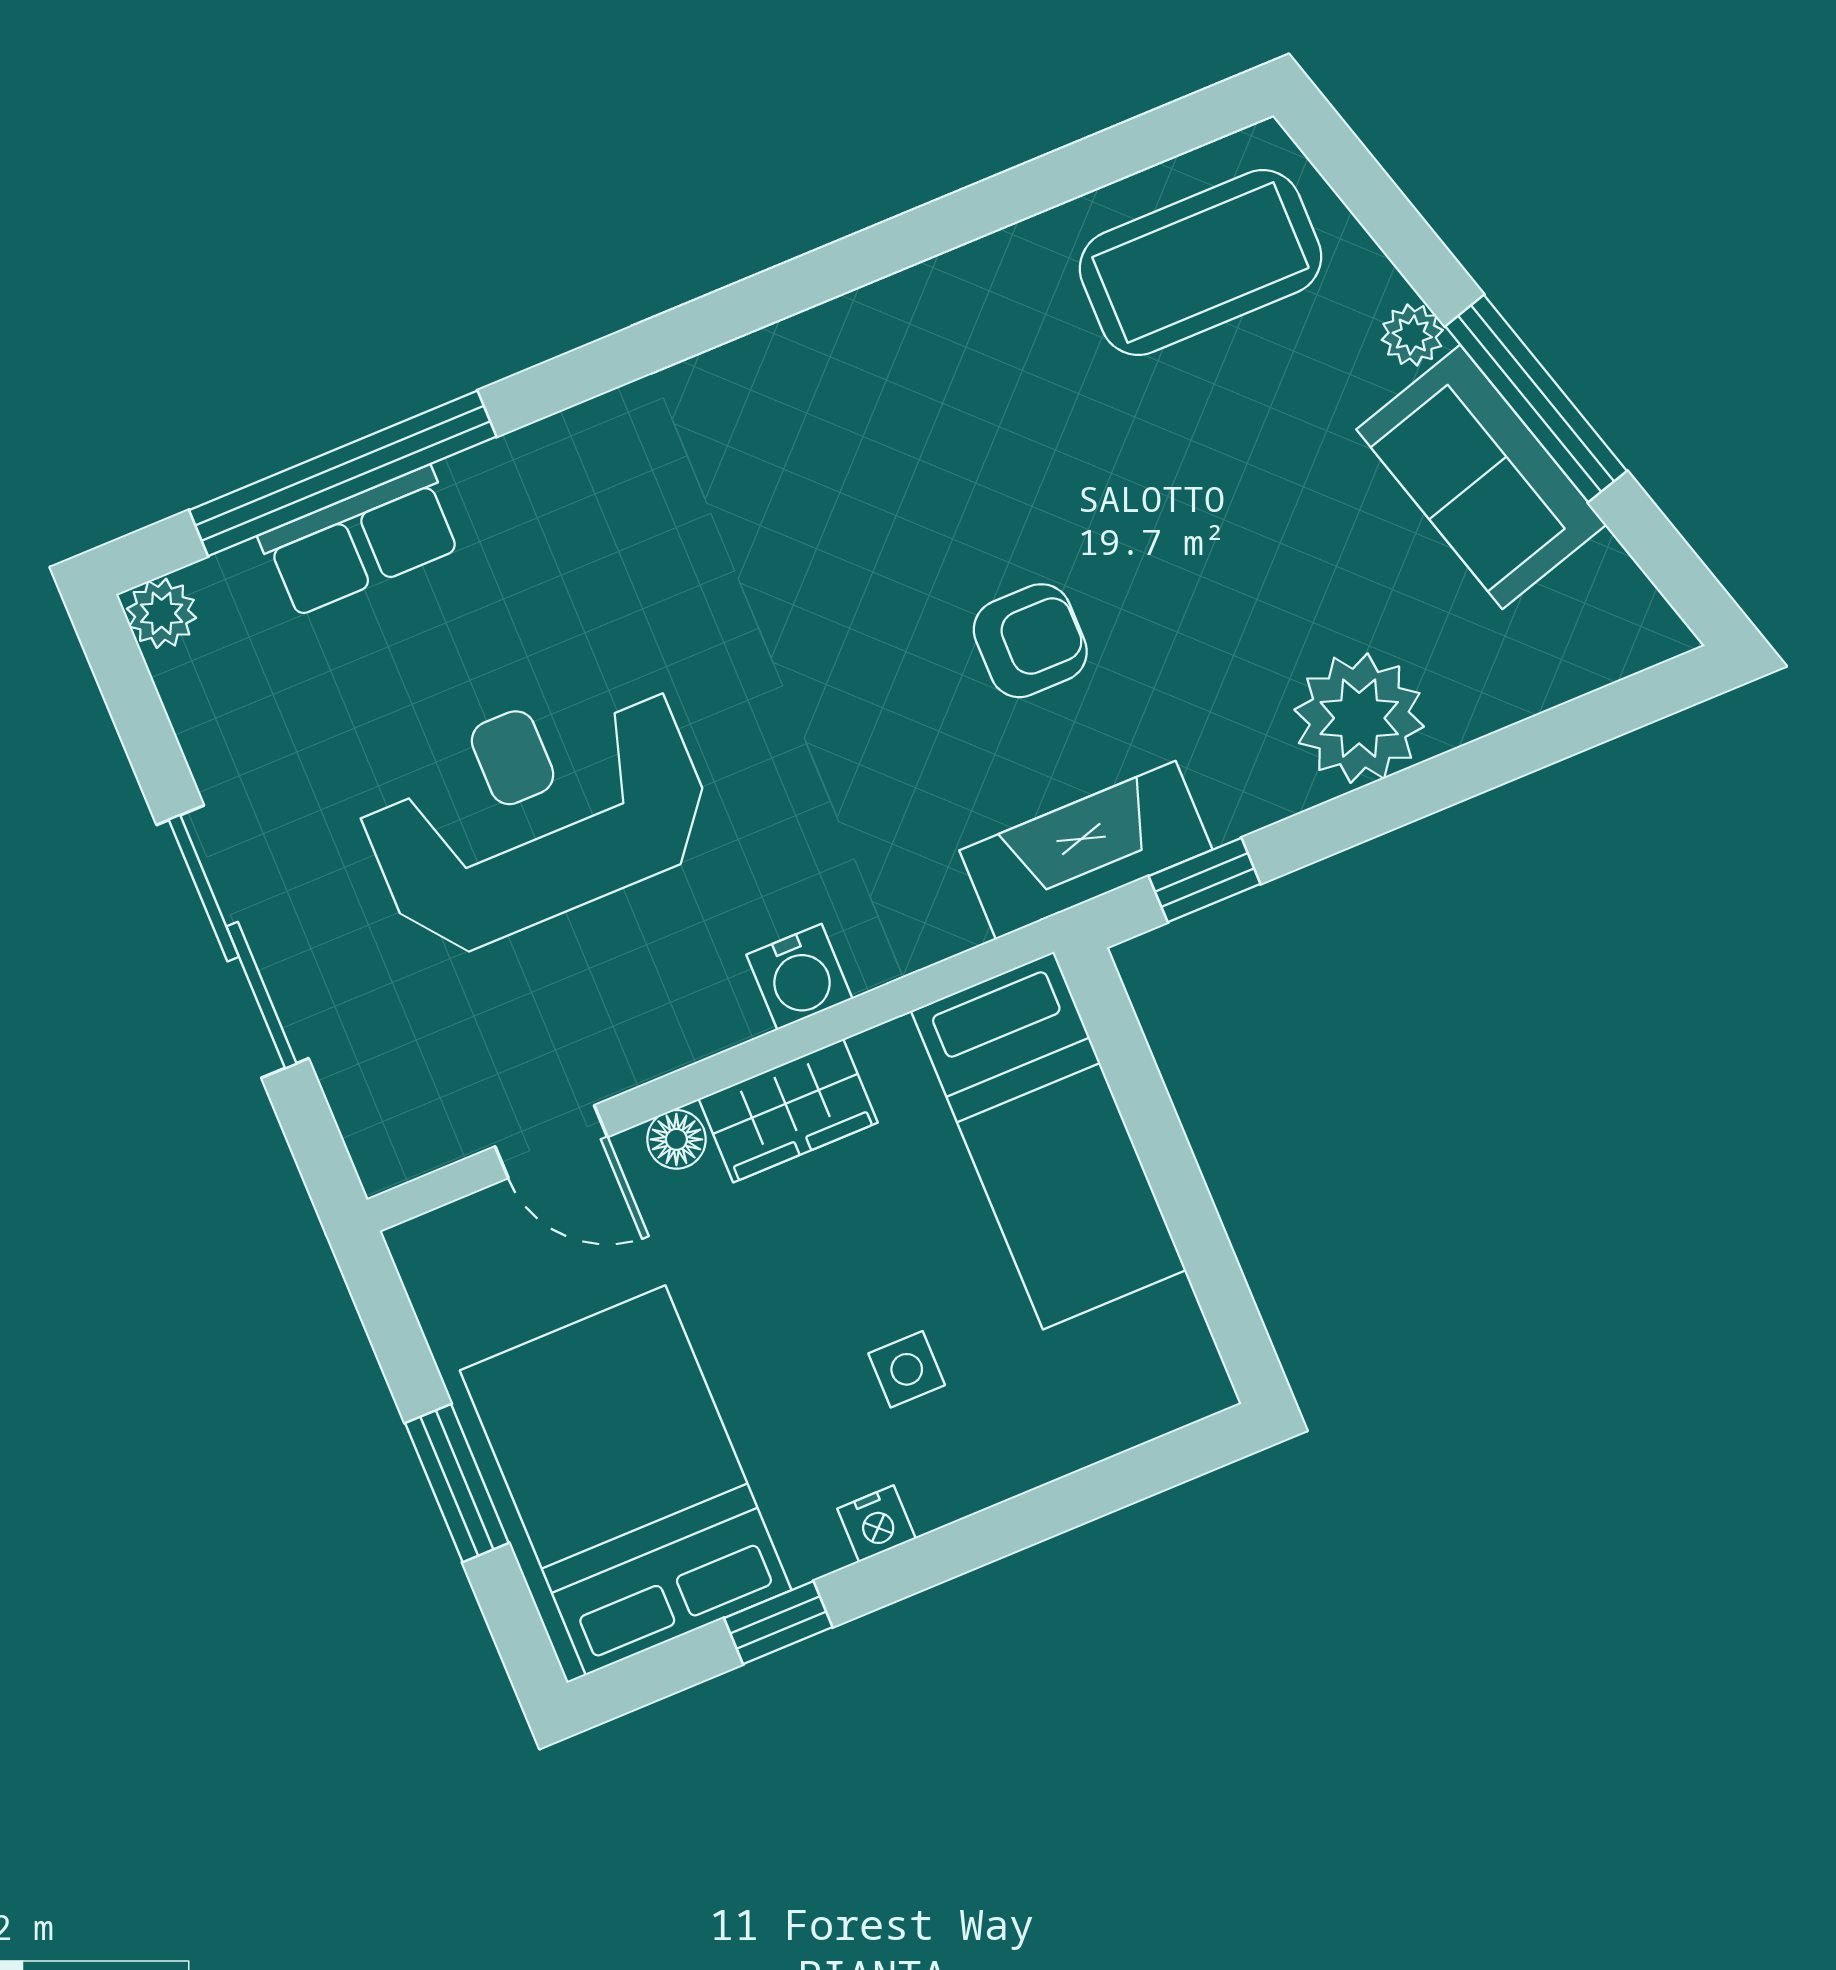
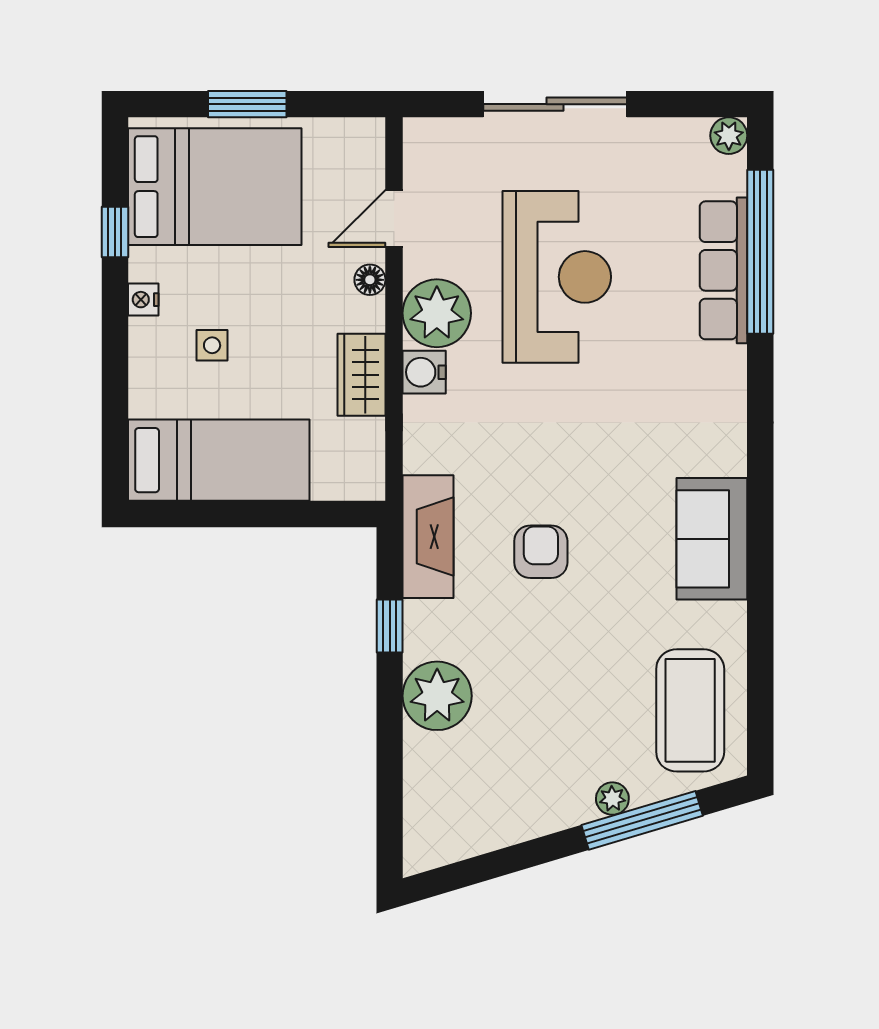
window: (1536, 399) -> (642, 820), moved
sofa: (1481, 477) -> (712, 539), moved, turned -73
row of seats: (361, 542) -> (724, 270), width x1.48
armchair: (1030, 641) -> (541, 552), turned 180
window: (1205, 880) -> (390, 626), moved
plant: (687, 997) -> (437, 313), added
wardrobe: (788, 1111) -> (361, 375), moved
bed: (1048, 1140) -> (219, 460), moved, turned 180

